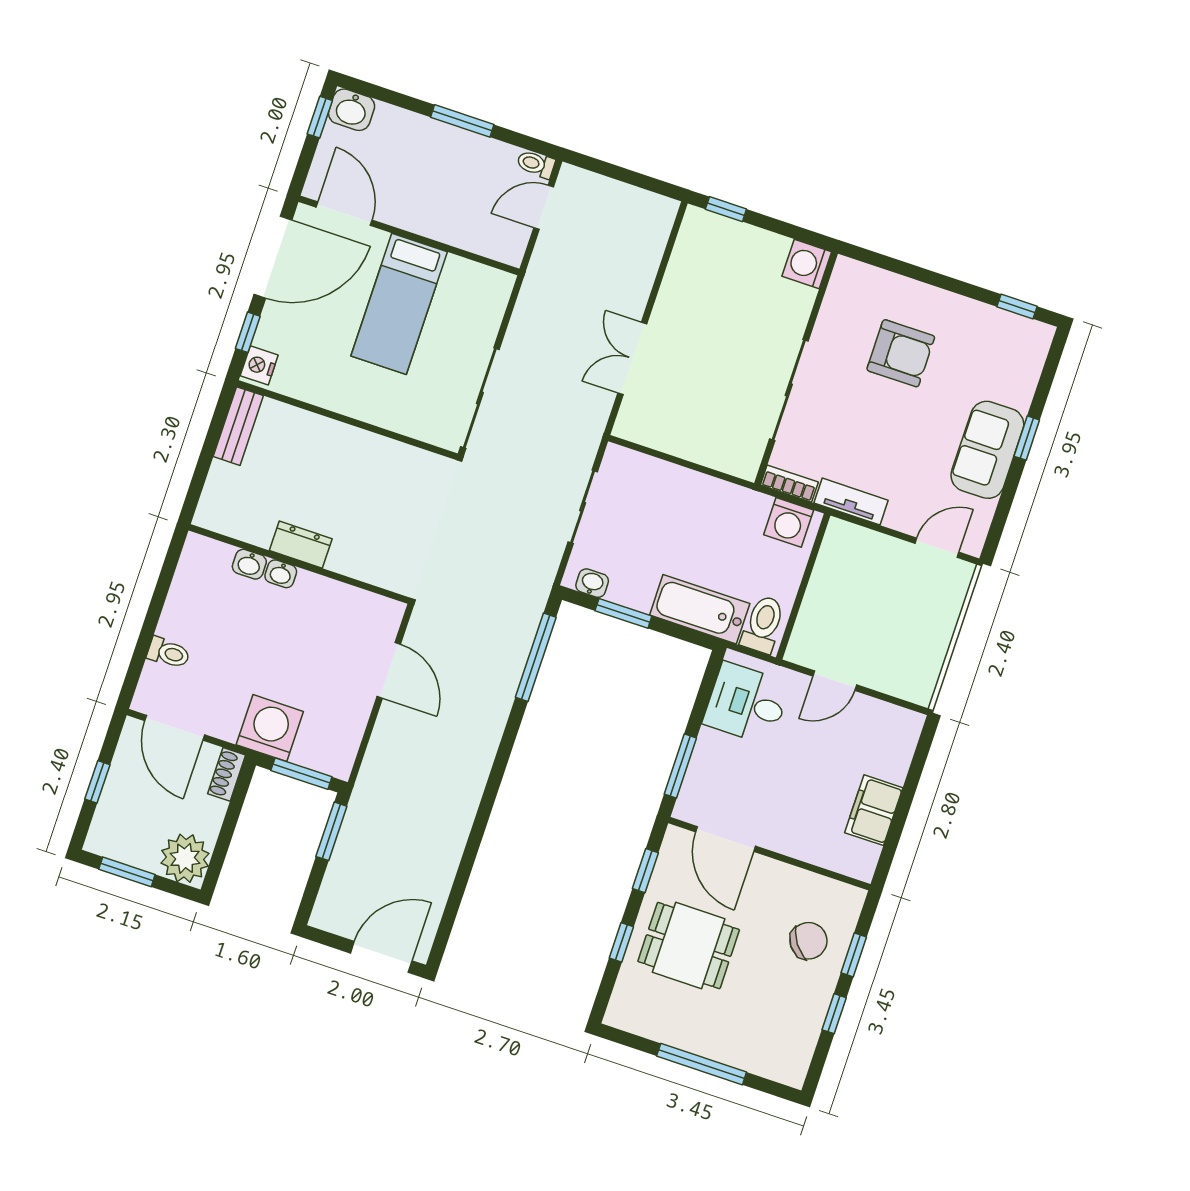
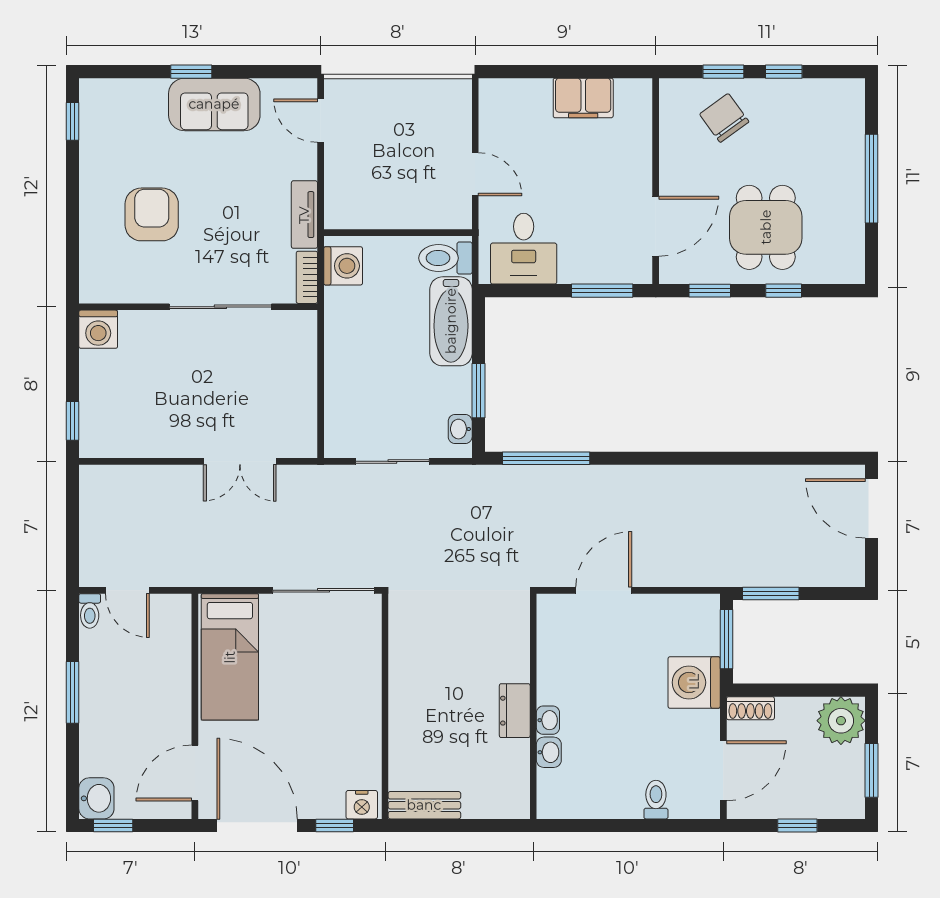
bed: (399, 304) -> (230, 657), moved, turned 90

